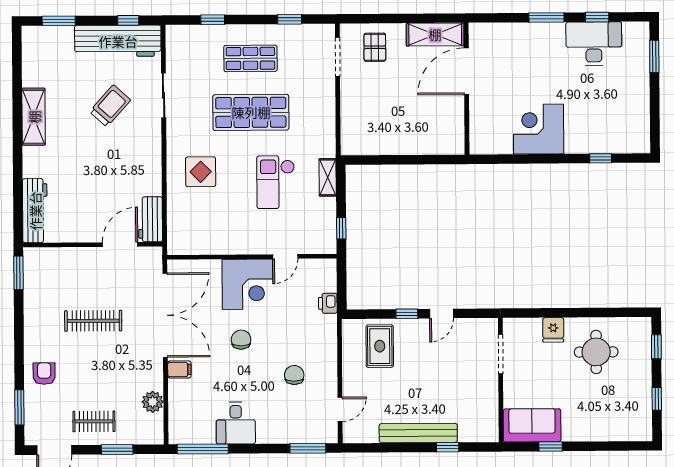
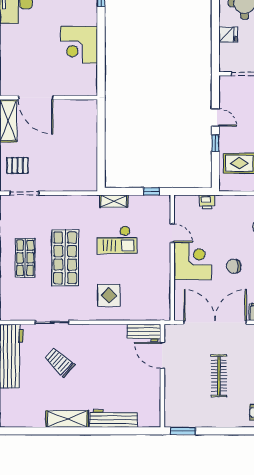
workbench: (35, 211) -> (113, 419), moved

